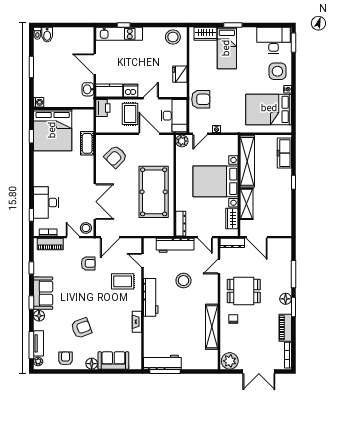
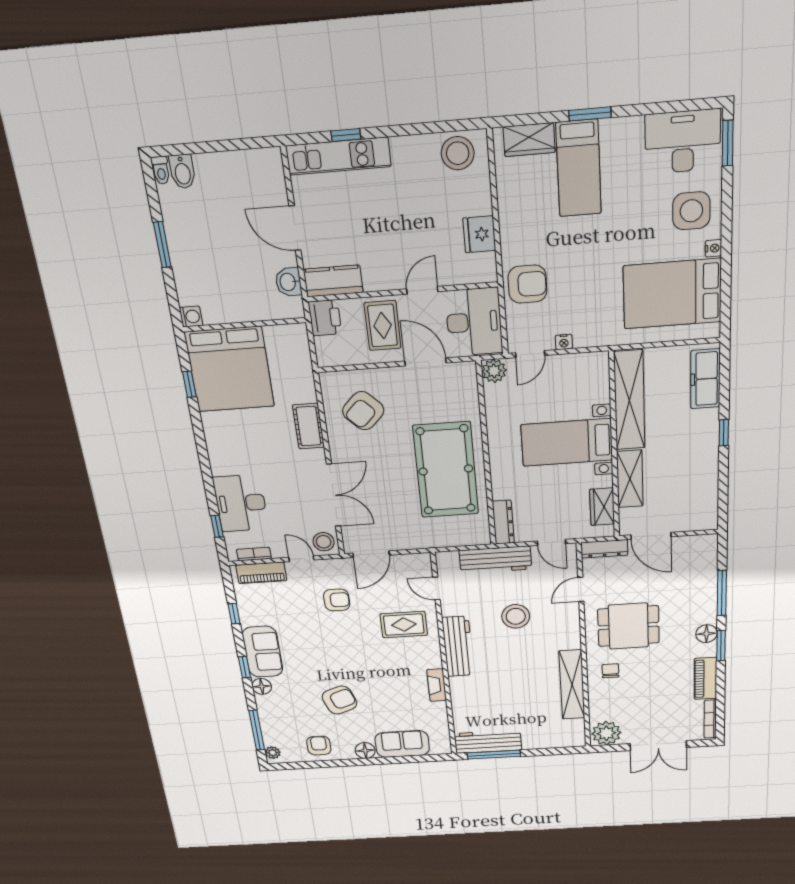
dishwasher: (131, 91) -> (378, 278), removed
cot: (87, 143) -> (308, 426), moved
bed with nightstands: (216, 181) -> (567, 442), width x0.73
tv unit: (39, 343) -> (268, 727), removed

